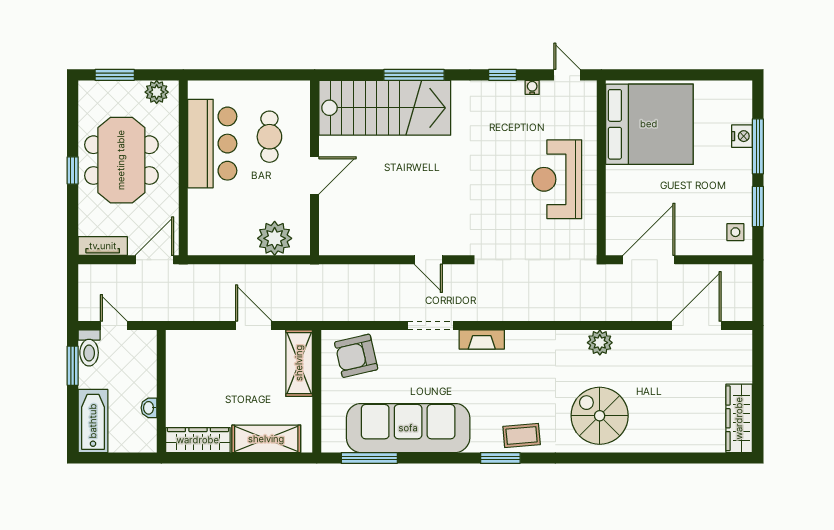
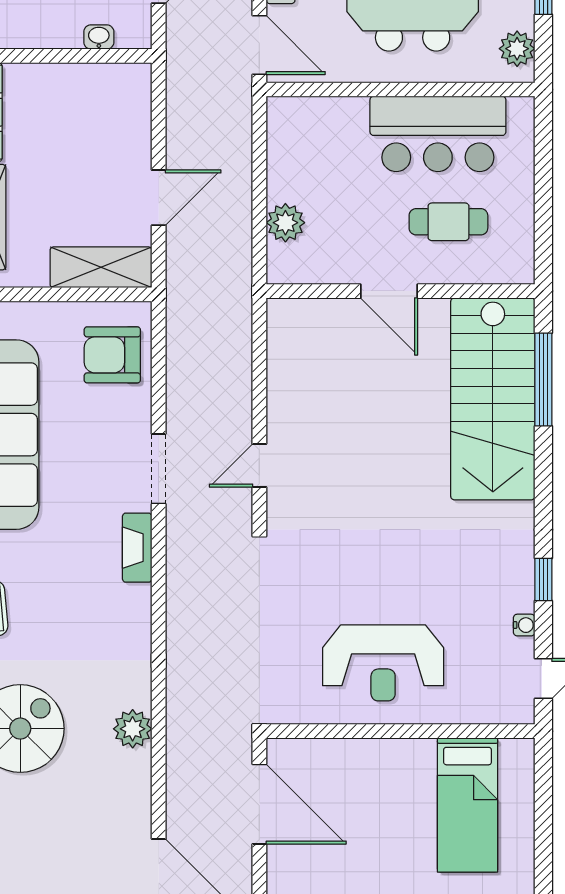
window: (414, 75) -> (543, 380), moved
bed: (649, 124) -> (468, 805), width x0.49
reception desk: (557, 179) -> (383, 663), turned 180
plant: (275, 238) -> (285, 223), width x0.73, depth x0.73
armchair: (356, 356) -> (112, 355), turned -77
washbasin: (149, 408) -> (99, 37), moved

